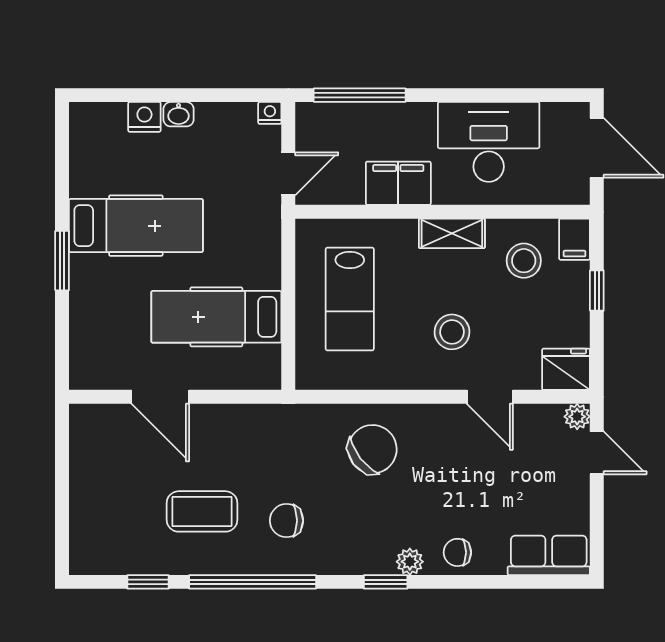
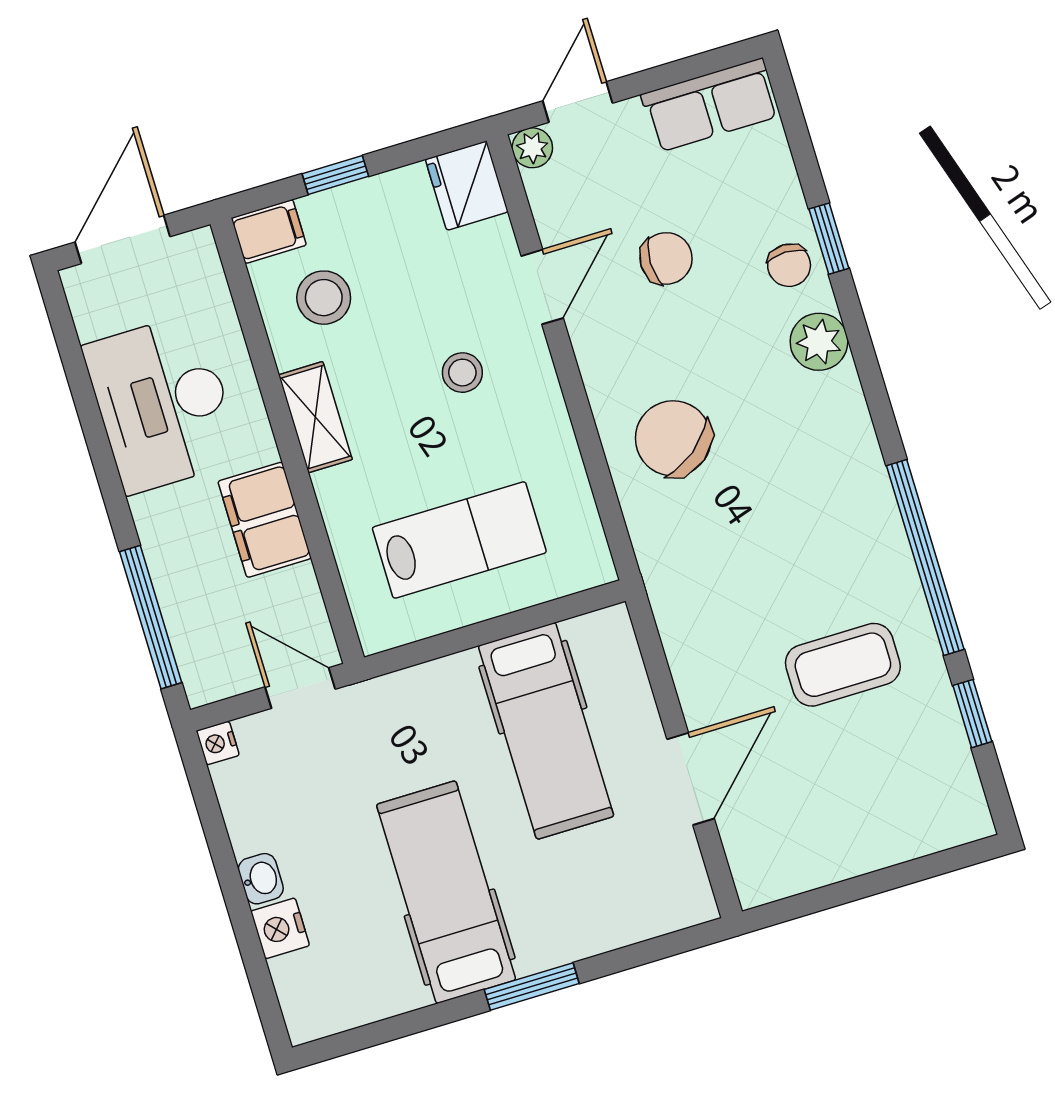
stool: (452, 332) -> (462, 373), width x0.73, depth x0.73
coffee table: (202, 511) -> (843, 665), turned 90
chair: (287, 521) -> (666, 258), moved, turned -90
row of seats: (549, 555) -> (710, 105), moved, turned -90
plant: (410, 562) -> (819, 342), width x1.38, depth x1.38
window: (386, 582) -> (829, 239), moved

